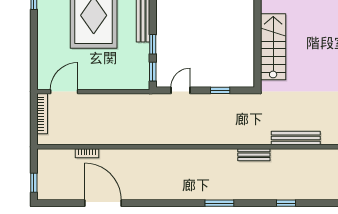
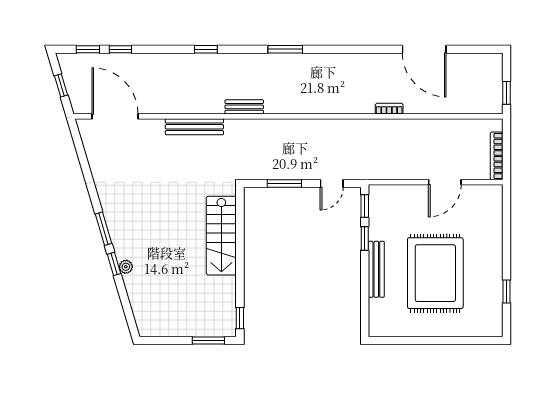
window: (220, 90) -> (284, 184), width x1.50
door: (64, 92) -> (445, 182), moved
bookcase: (87, 153) -> (389, 109), moved
window: (34, 183) -> (506, 93), moved

